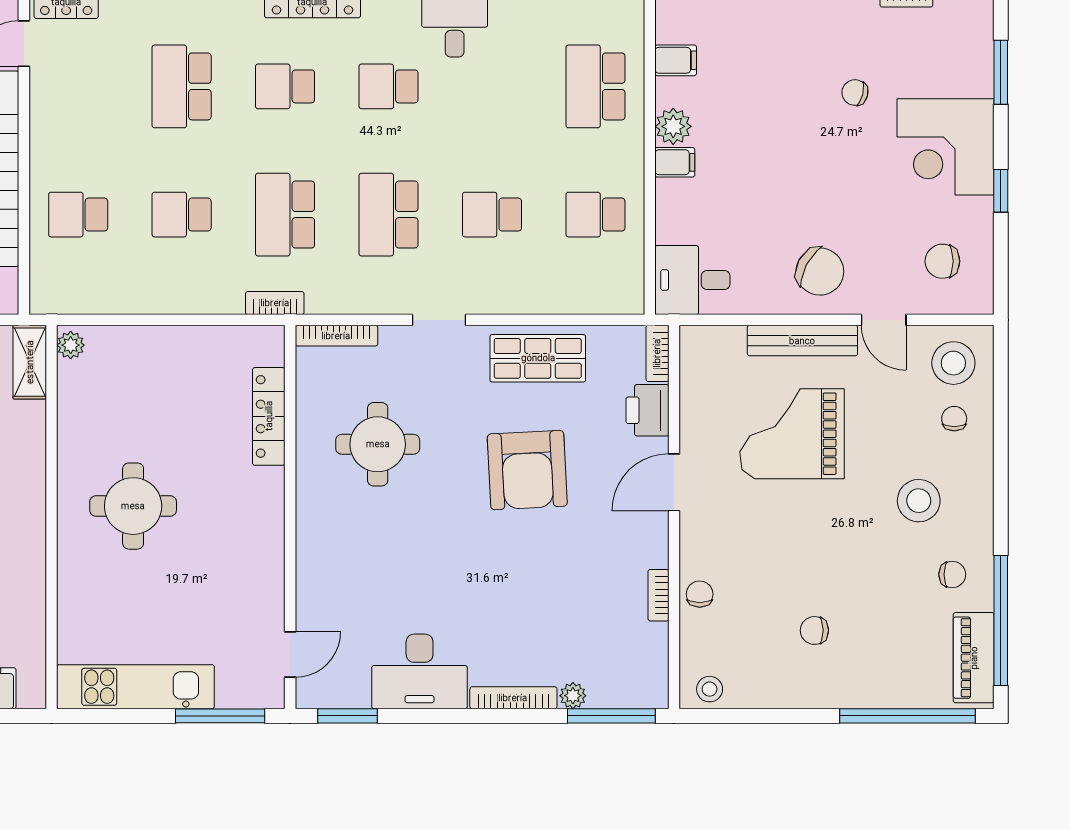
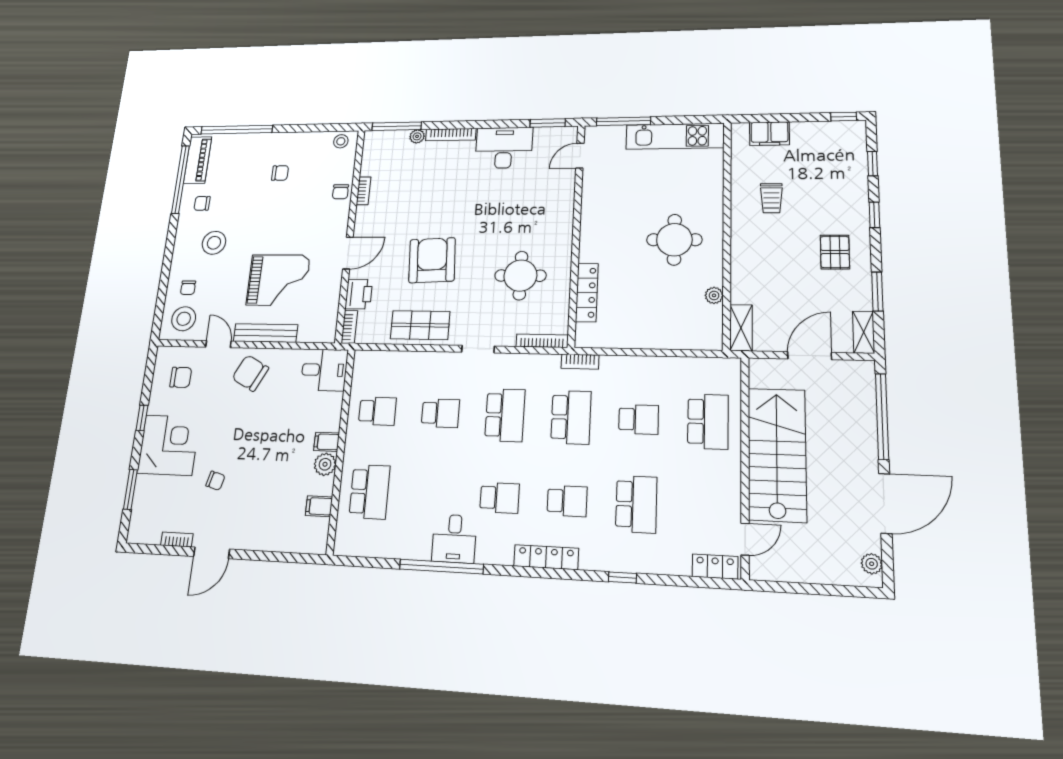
school desk: (78, 215) -> (708, 422), width x1.85
plant: (71, 345) -> (714, 295), moved

